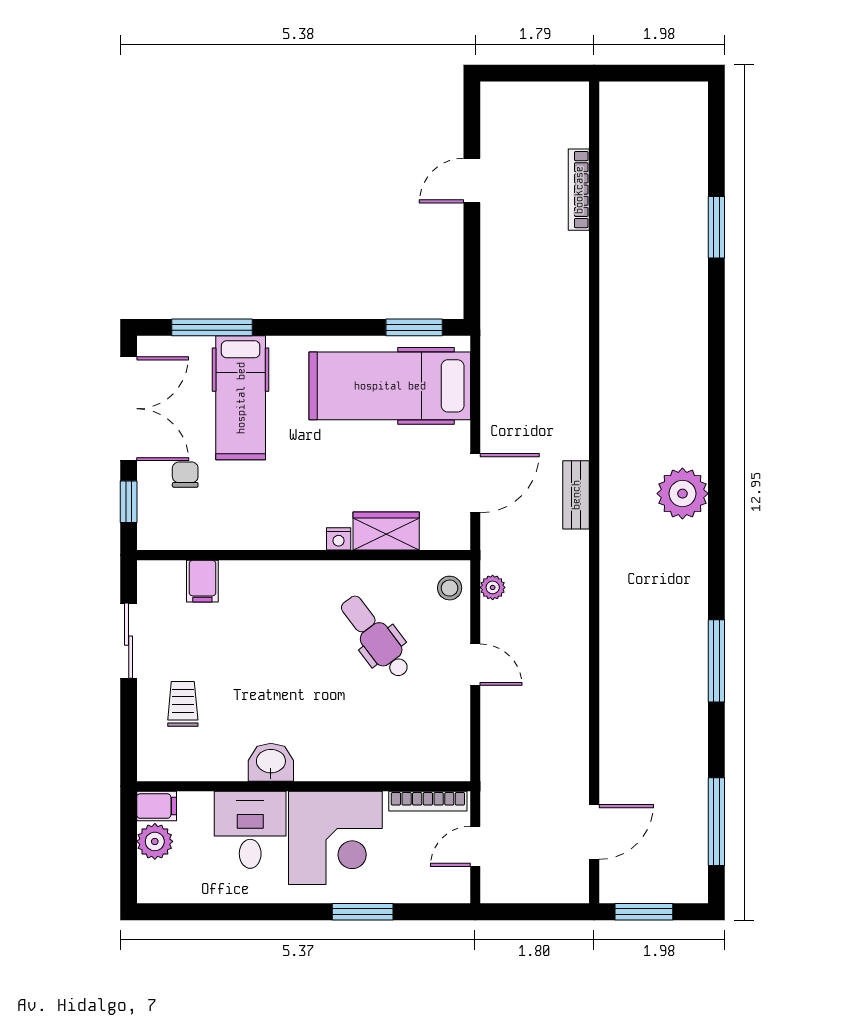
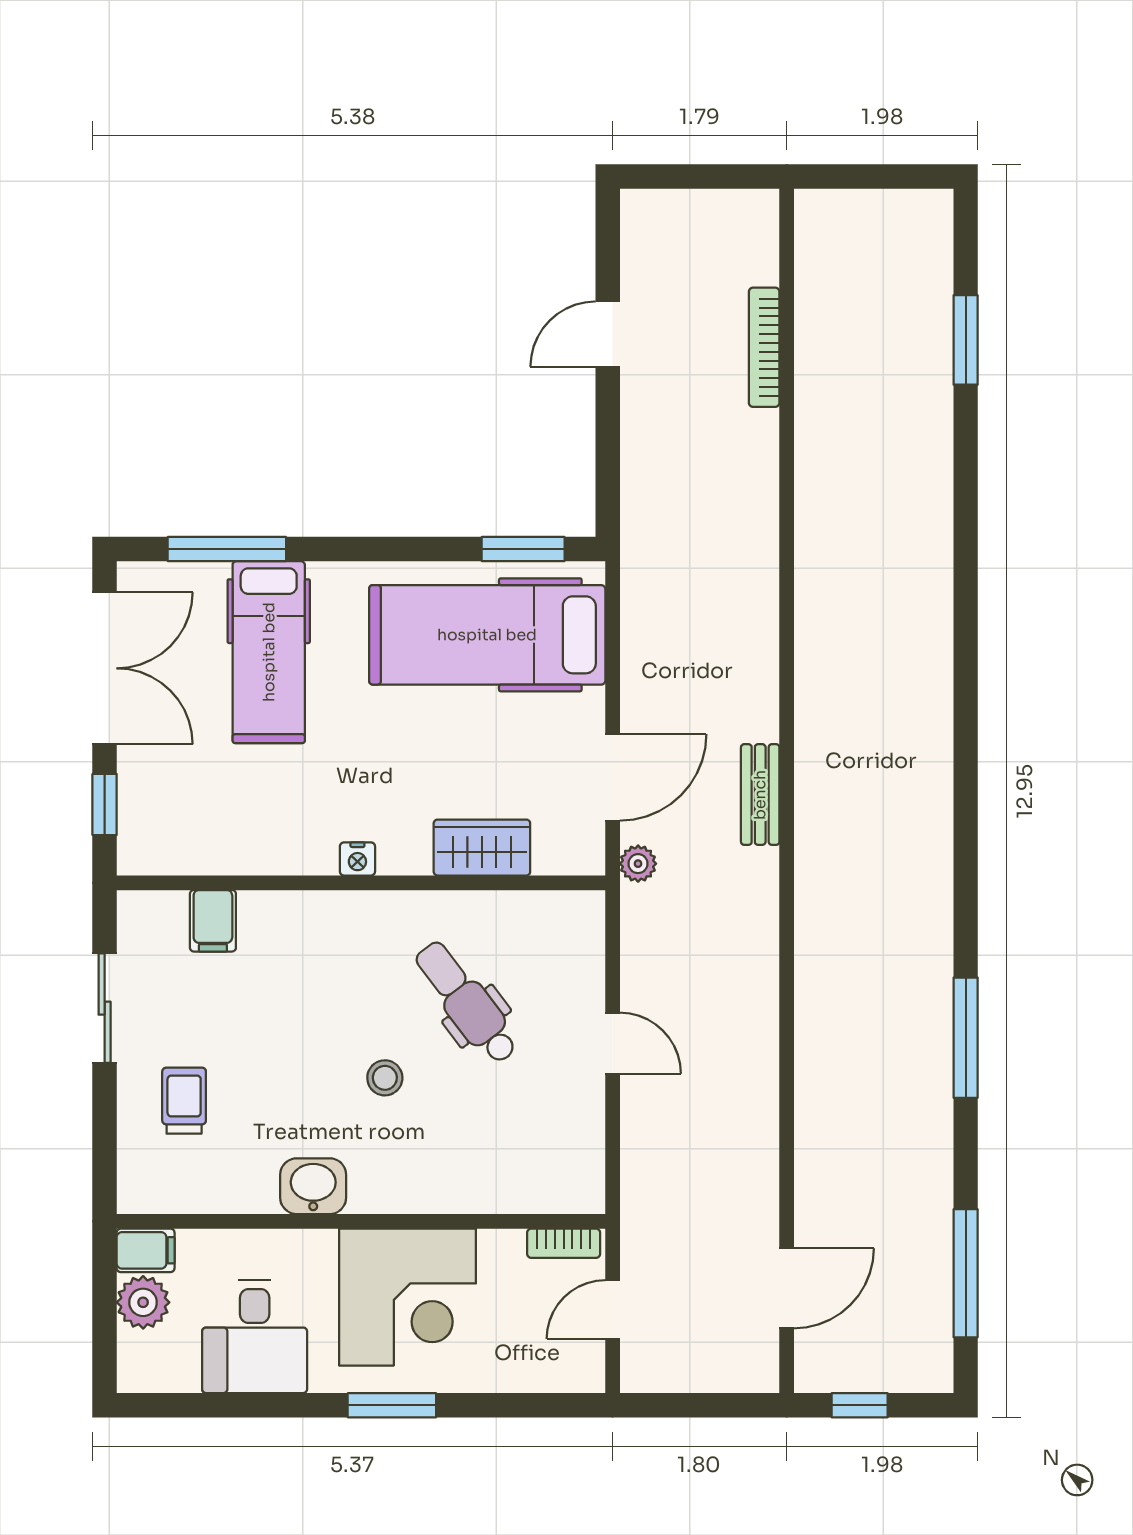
window: (716, 227) -> (966, 340), moved
chair: (185, 475) -> (188, 765), removed
plant: (682, 494) -> (916, 793), removed
nightstand: (339, 539) -> (357, 859), moved
plant: (493, 587) -> (638, 864), moved
stool: (450, 588) -> (385, 1078), moved
bookcase: (428, 801) -> (564, 1243), width x0.64
desk: (250, 830) -> (255, 1337), moved, turned 180
window: (363, 912) -> (392, 1405), moved
window: (644, 912) -> (860, 1405), width x0.67

